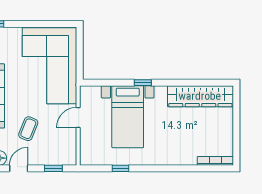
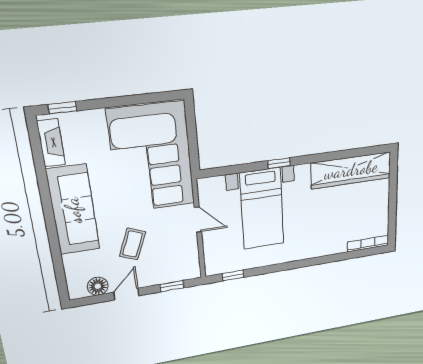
door: (78, 117) -> (198, 220), swing flipped
window: (120, 168) -> (233, 275), moved

